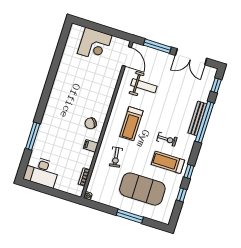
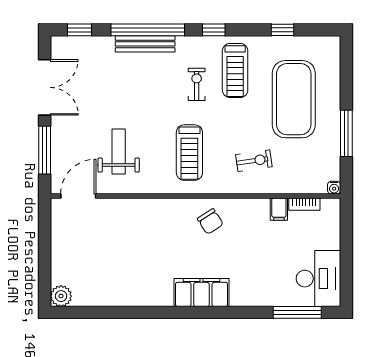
plant: (76, 30) -> (61, 296), added
corner desk: (95, 44) -> (75, 257), removed
filing cabinet: (54, 106) -> (202, 292), added
treadmill: (131, 124) -> (189, 153), turned 90
window: (33, 136) -> (297, 312), moved
filing cabinet: (91, 146) -> (279, 209), moved
window: (189, 172) -> (214, 30), moved
window: (130, 216) -> (346, 133), moved

